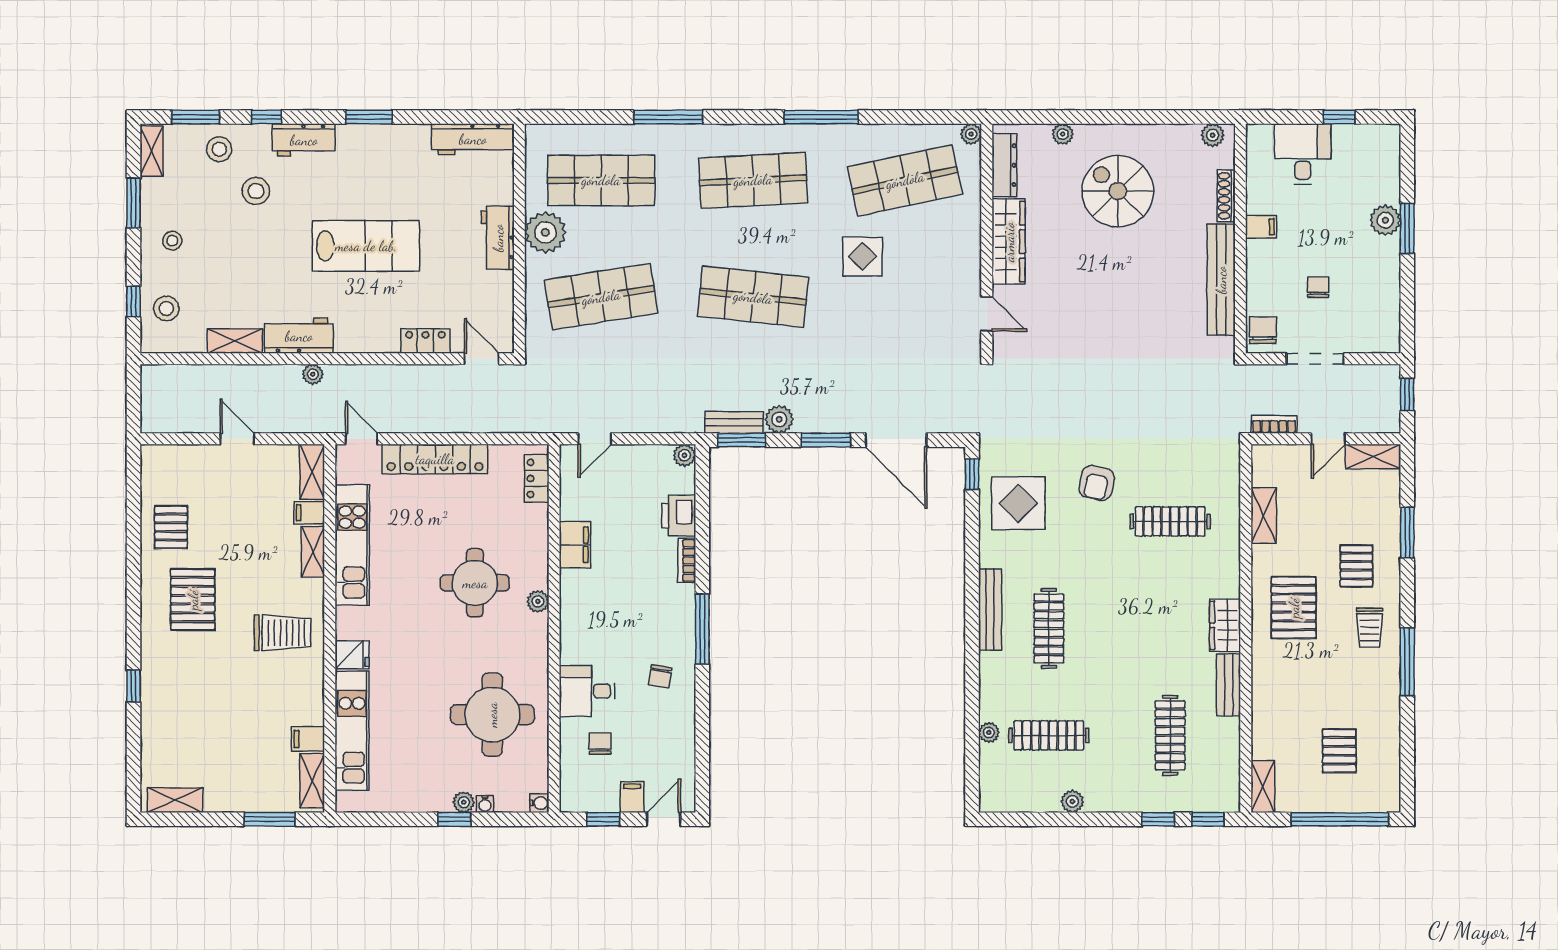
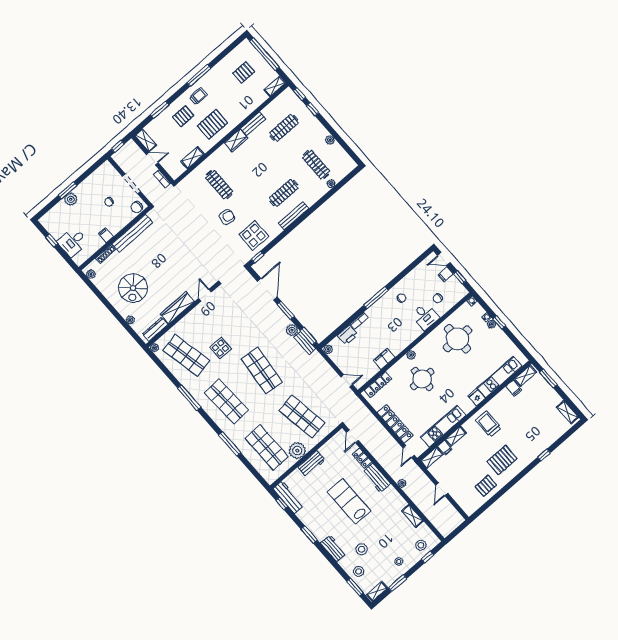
window: (266, 117) -> (282, 504), moved
workbench: (299, 336) -> (377, 478), moved
locker: (537, 478) -> (378, 385), width x1.53

